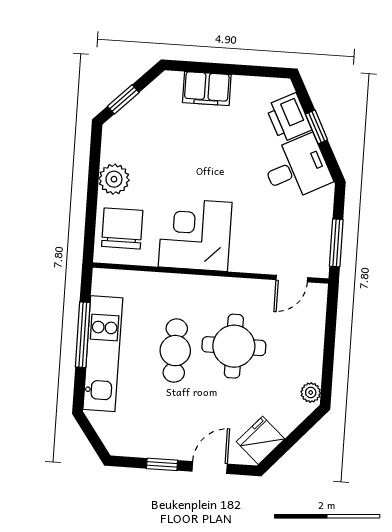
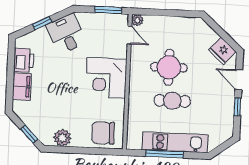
printer: (289, 118) -> (24, 60), moved, turned -63
plant: (114, 179) -> (62, 138), moved
corner desk: (195, 235) -> (106, 78), moved
plant: (311, 393) -> (137, 20), moved

